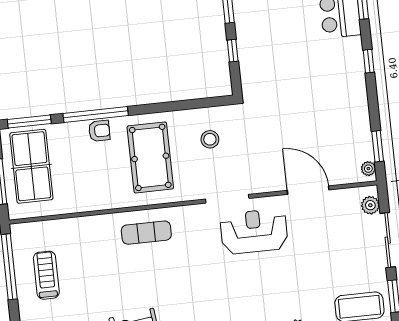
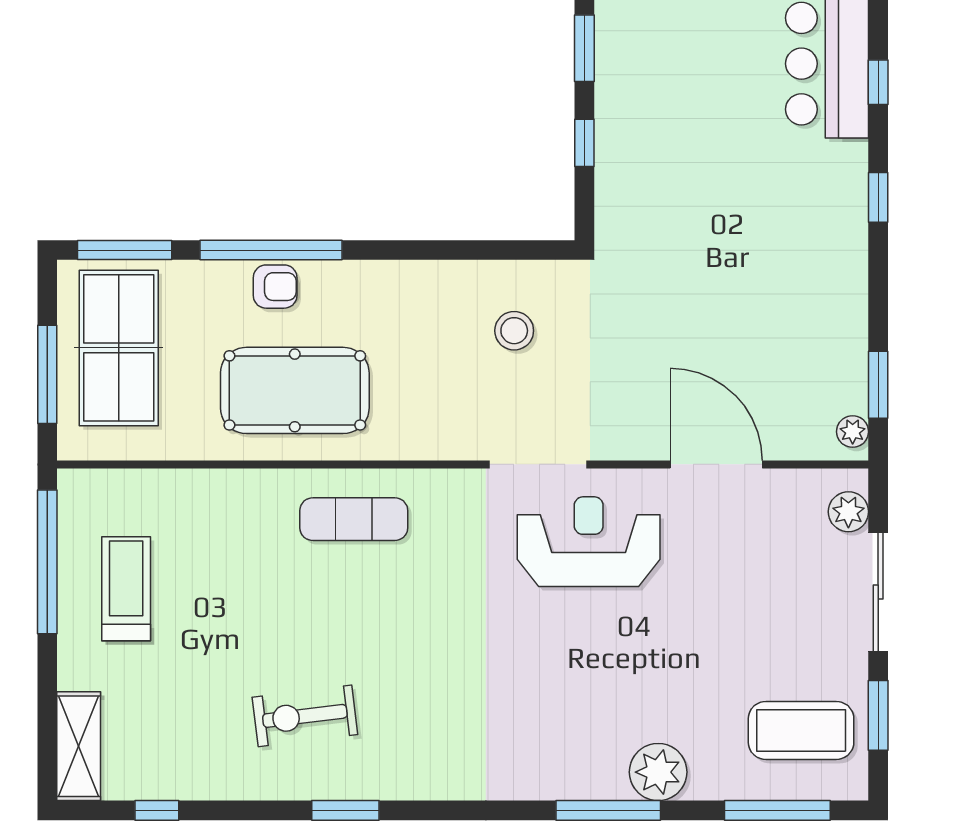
pool table: (150, 157) -> (295, 390), moved, turned 90

